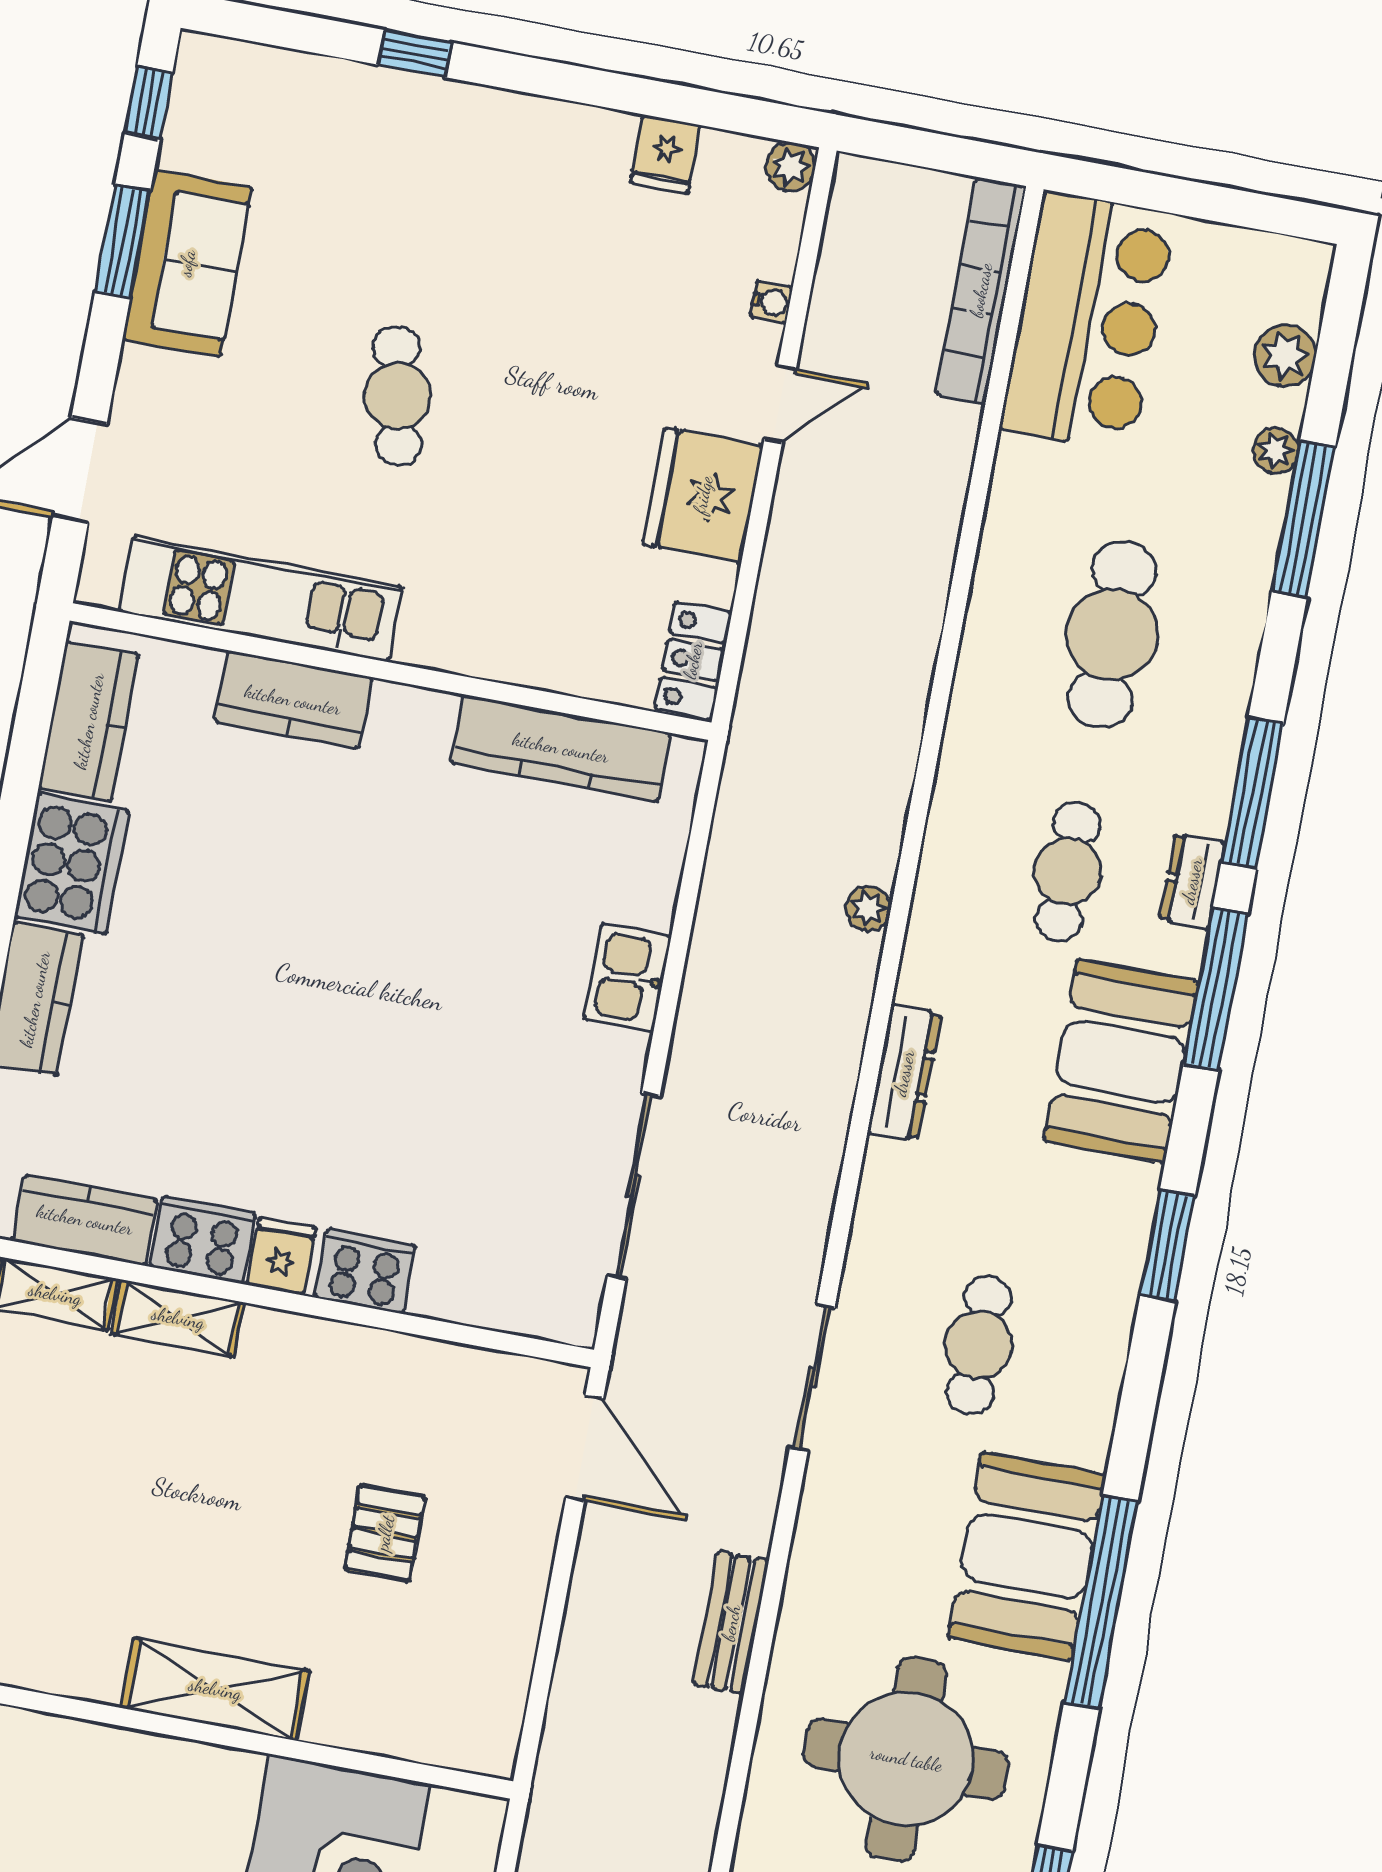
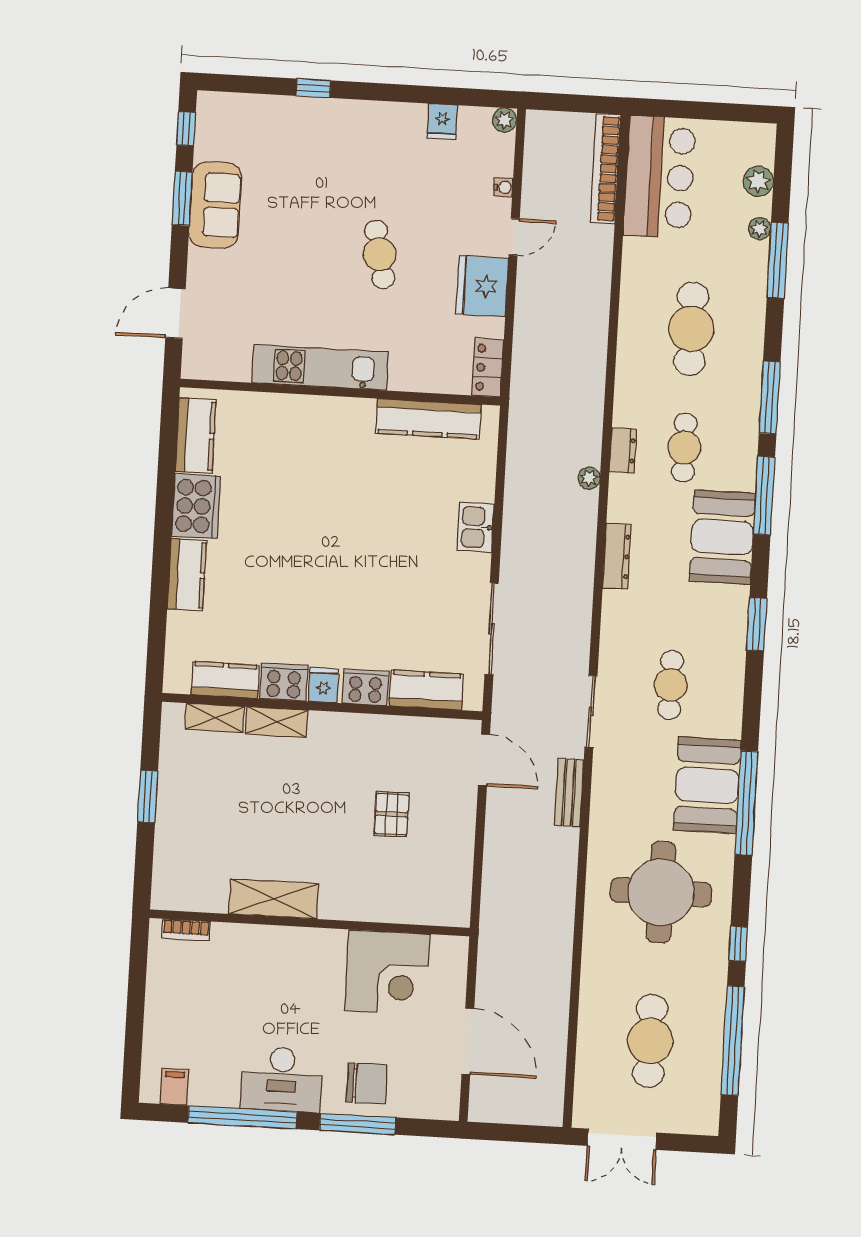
cafe table: (397, 396) -> (380, 254), moved
kitchen unit: (260, 599) -> (320, 368), moved
kitchen counter: (293, 700) -> (426, 690), moved, turned 180
dresser: (1192, 881) -> (623, 450), moved, turned 180
bench: (731, 1623) -> (569, 793), moved
shelving: (215, 1689) -> (274, 899), moved

